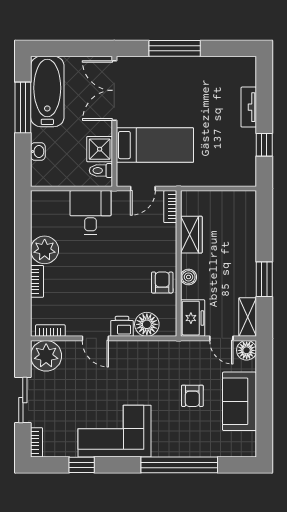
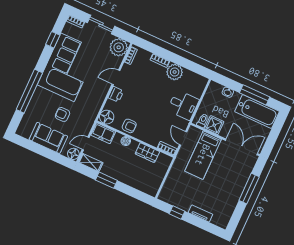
floor lamp: (147, 324) -> (107, 117), moved
corner sofa: (115, 431) -> (68, 67), width x1.36, depth x1.36

